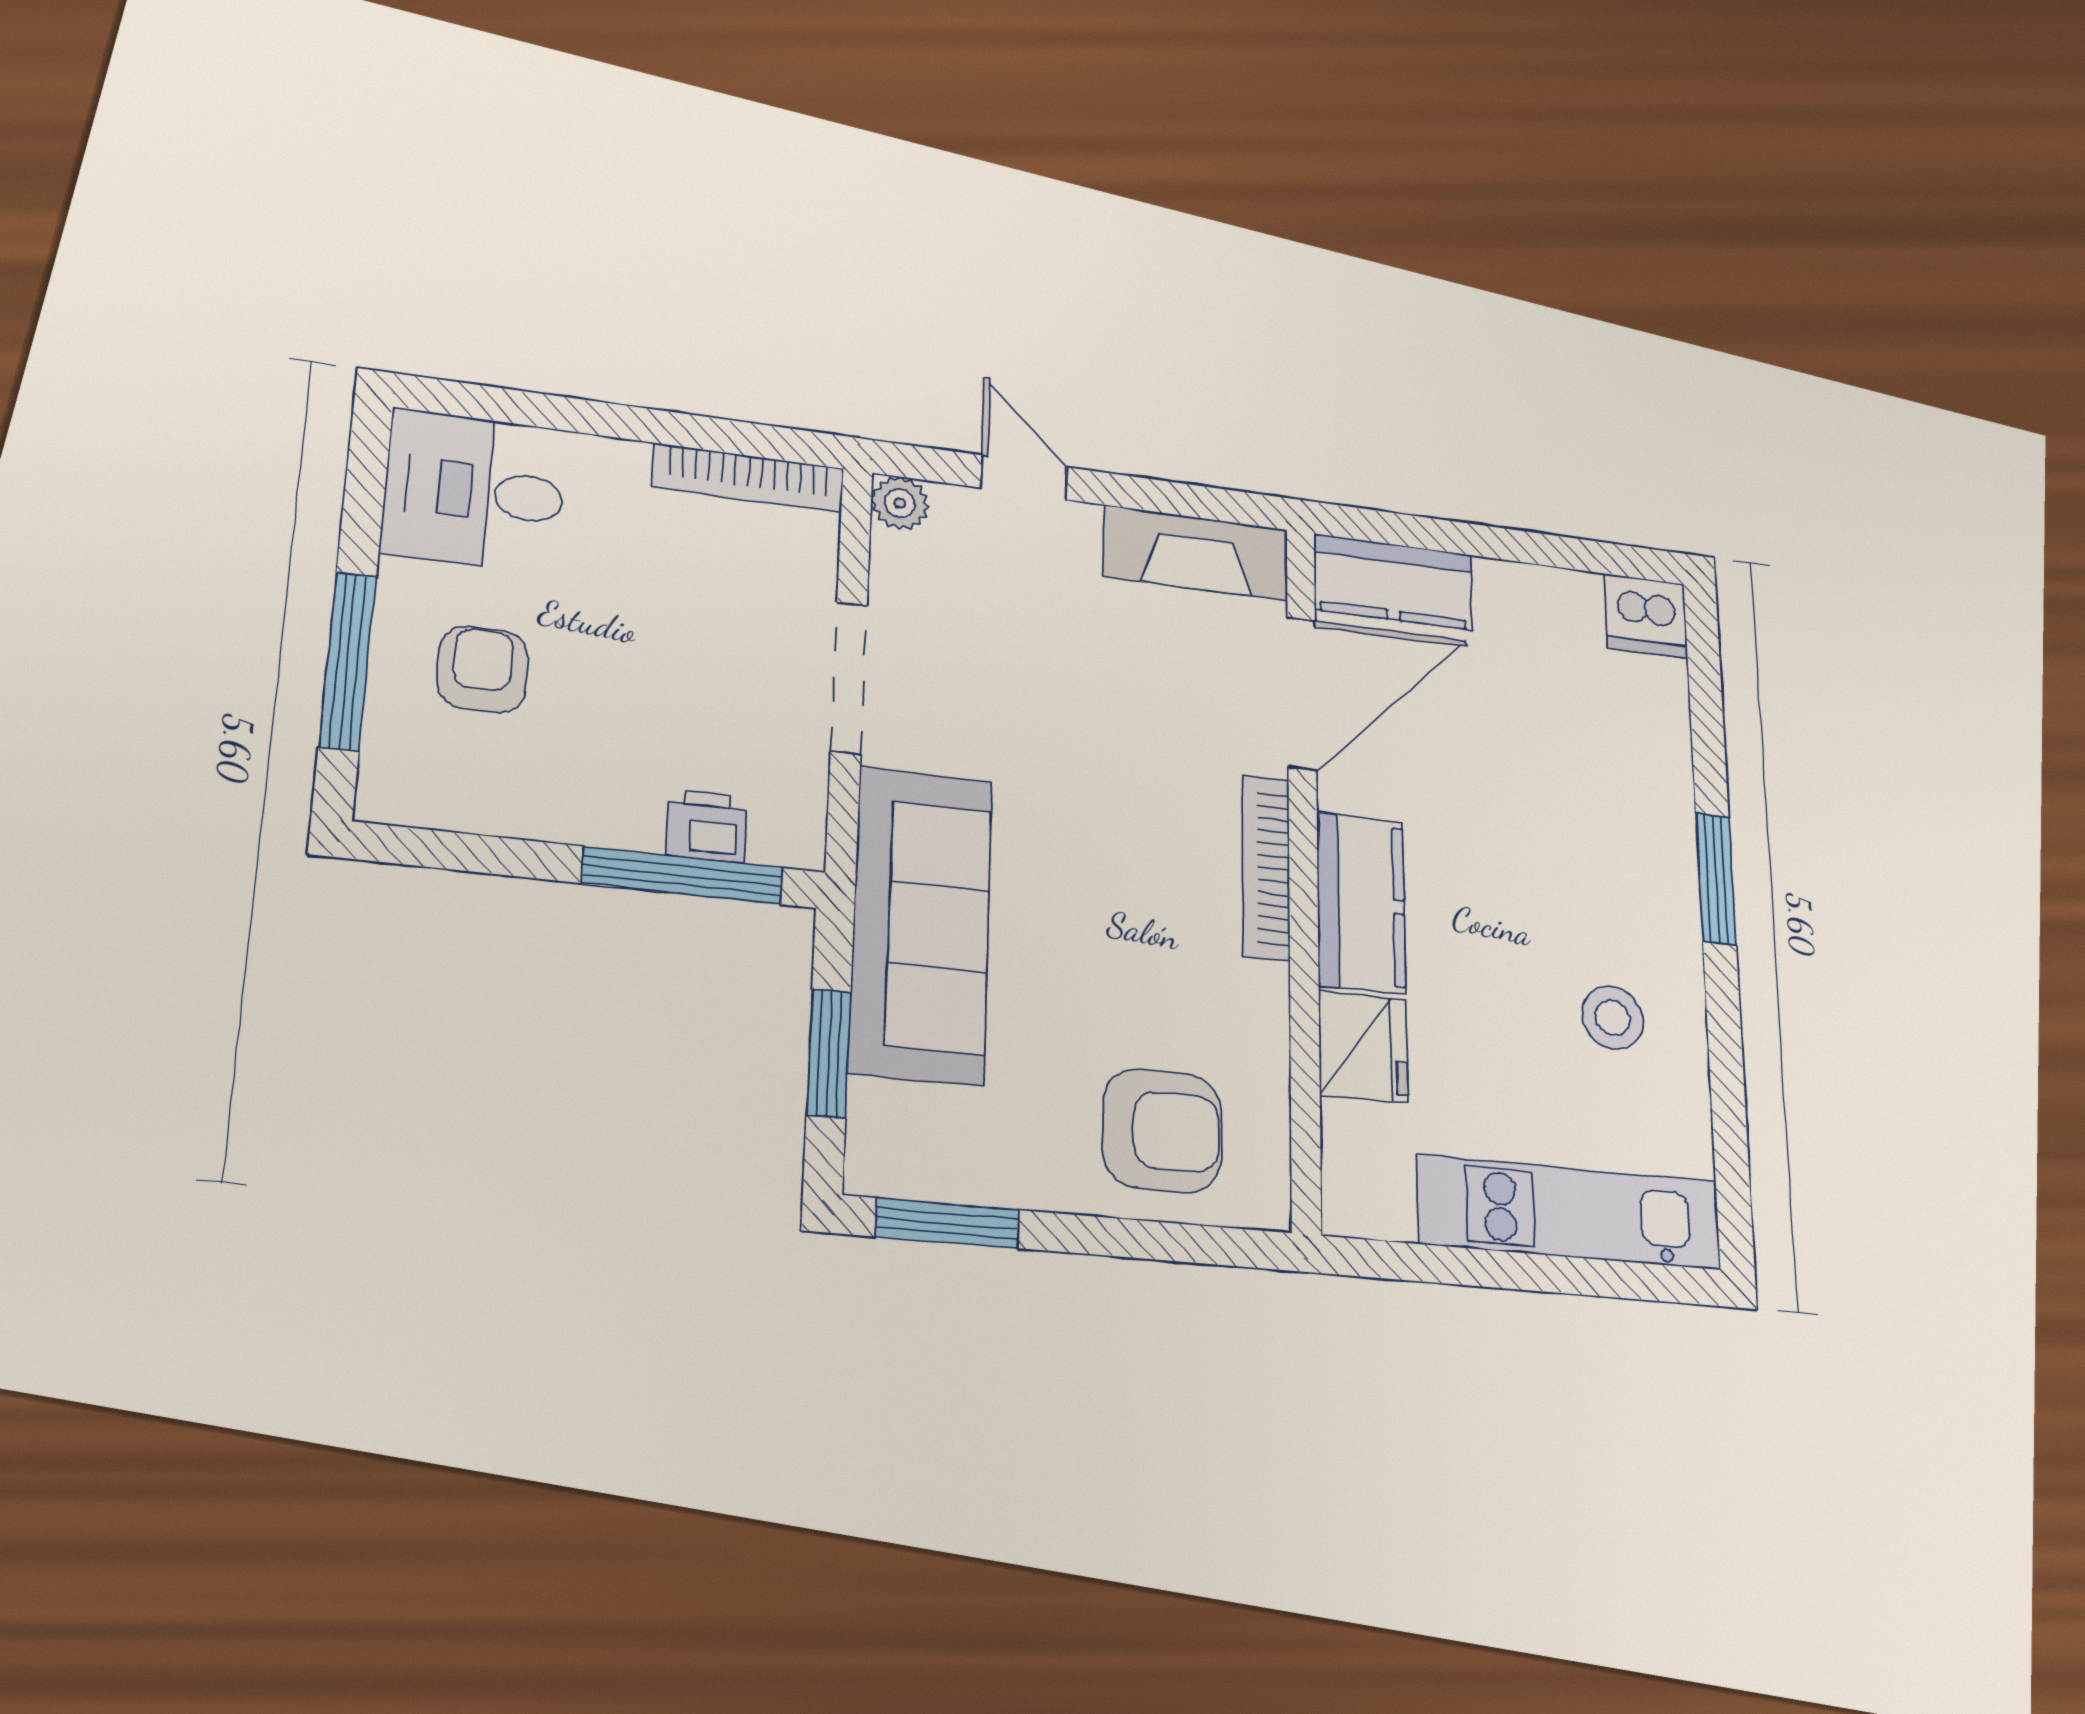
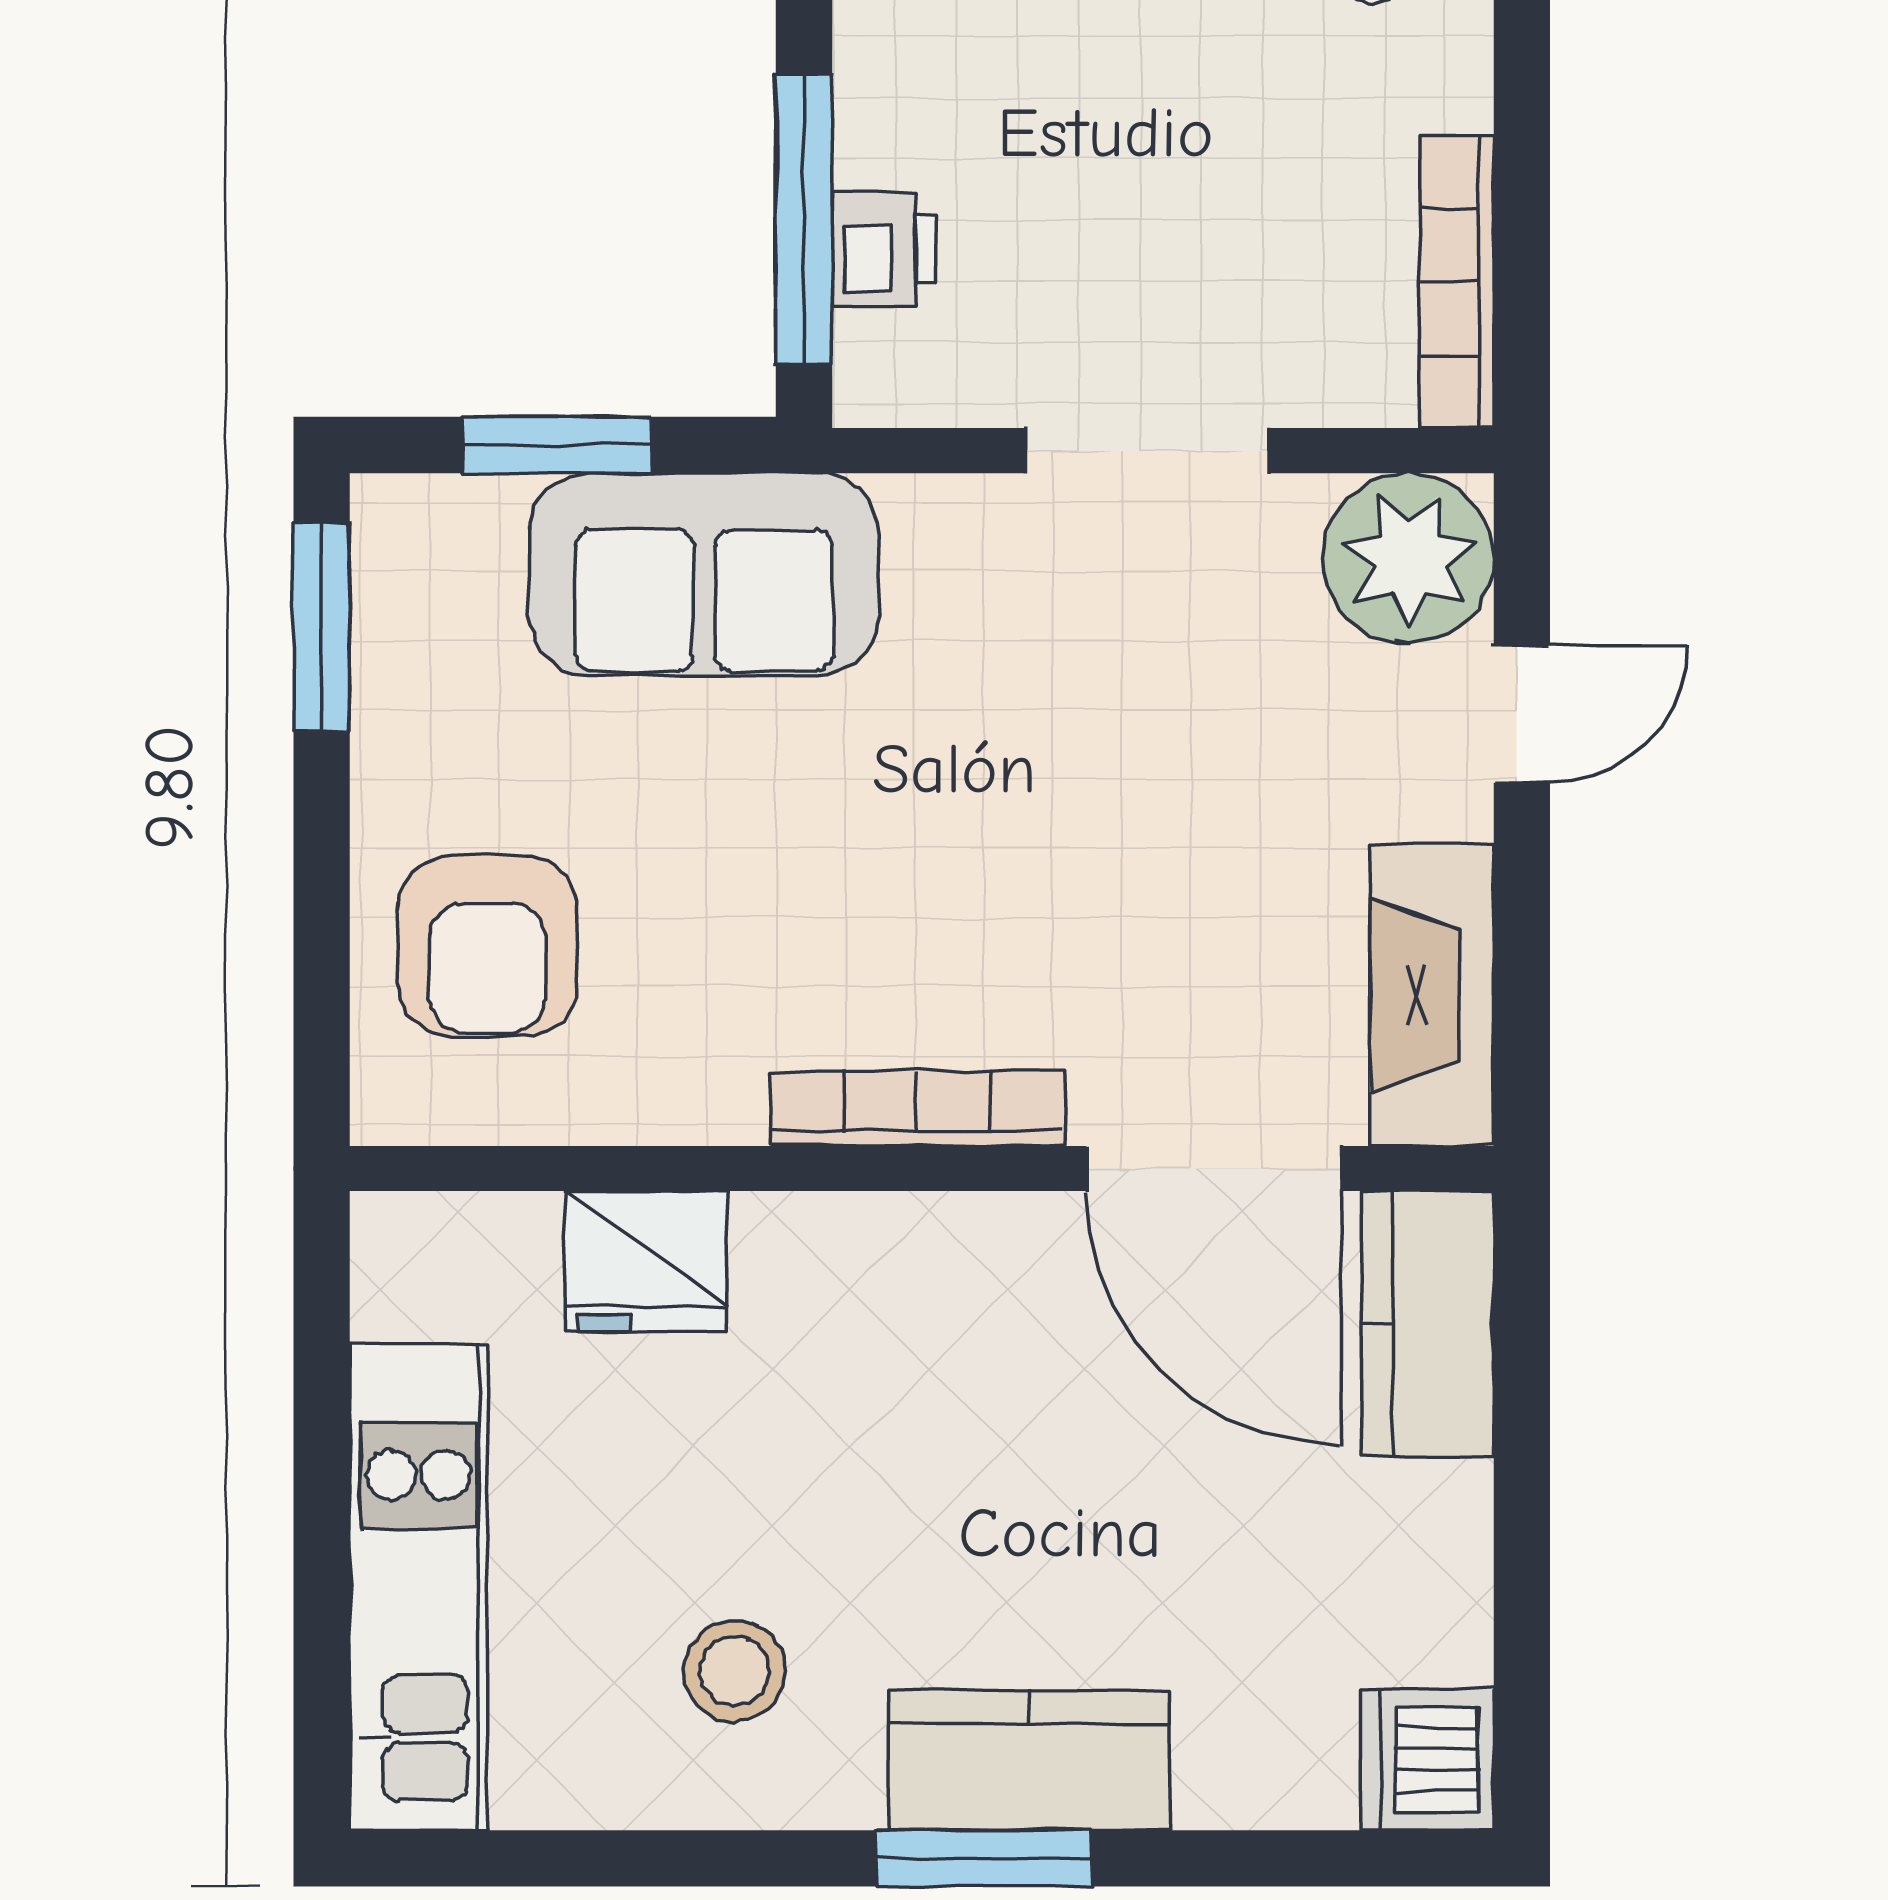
plant: (900, 503) -> (1409, 558), width x1.88, depth x1.88
kitchen counter: (1361, 903) -> (1029, 1760), moved, turned 180
sofa: (921, 925) -> (704, 574), width x0.73

